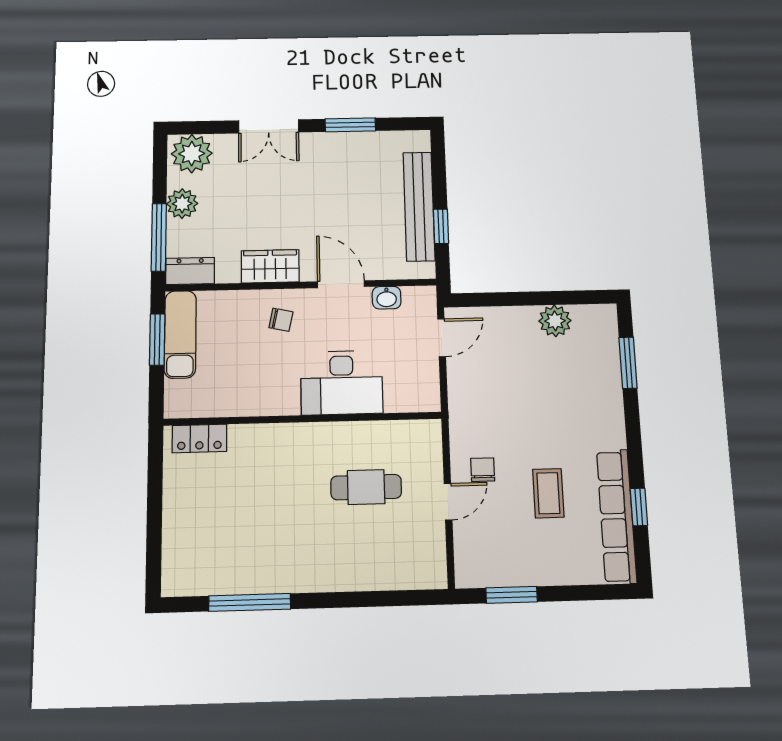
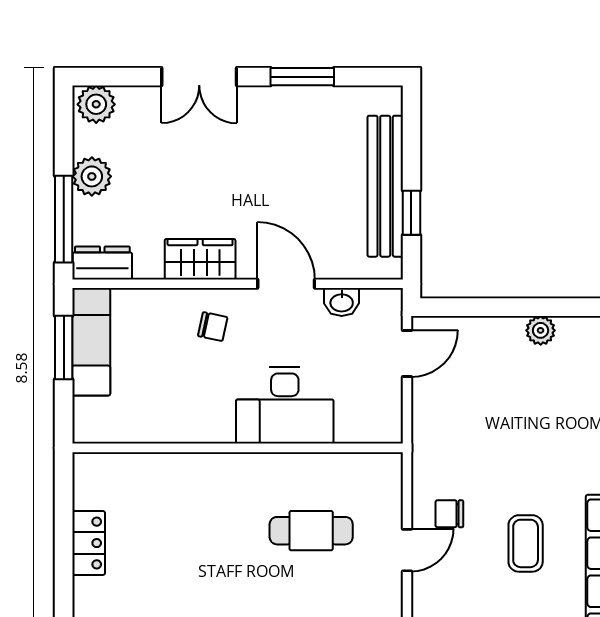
plant: (192, 154) -> (96, 104), width x0.73, depth x0.73
plant: (555, 321) -> (541, 330), width x0.73, depth x0.73
locker: (199, 438) -> (89, 543), moved, turned -90
chair: (483, 470) -> (449, 514), turned -90

